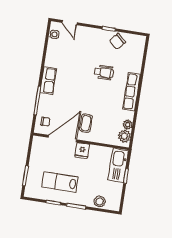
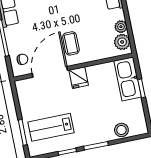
lab bench: (60, 182) -> (51, 127), moved

